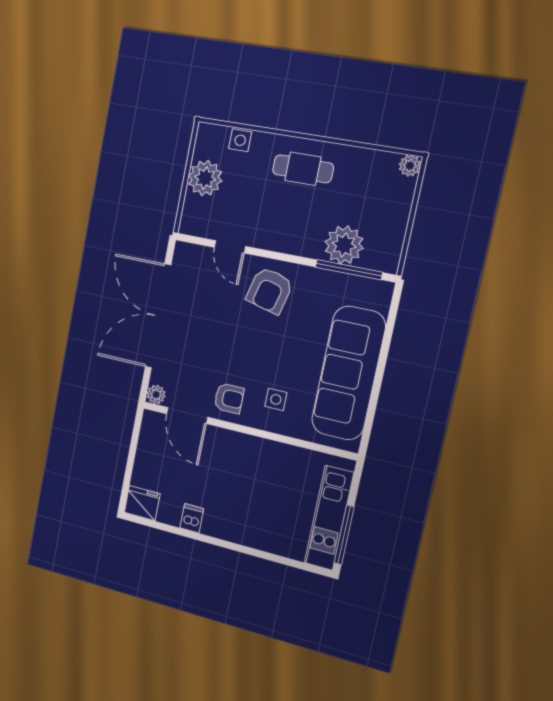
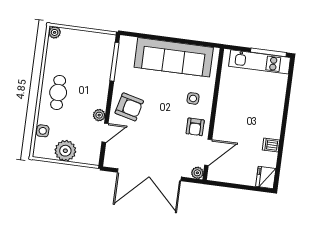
plant: (344, 245) -> (99, 115), moved, width x0.53, depth x0.53
armchair: (229, 398) -> (195, 127), turned 180

